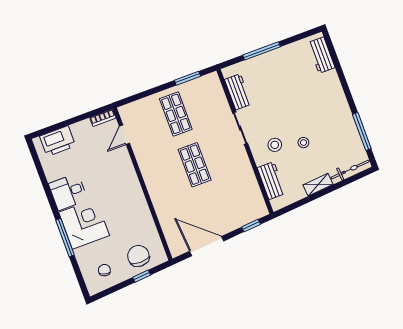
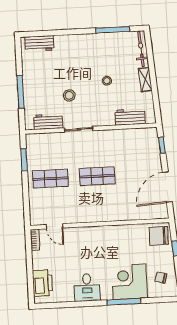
stool: (275, 145) -> (69, 95), moved
corner desk: (84, 224) -> (129, 282), moved
chair: (138, 256) -> (159, 236), moved

